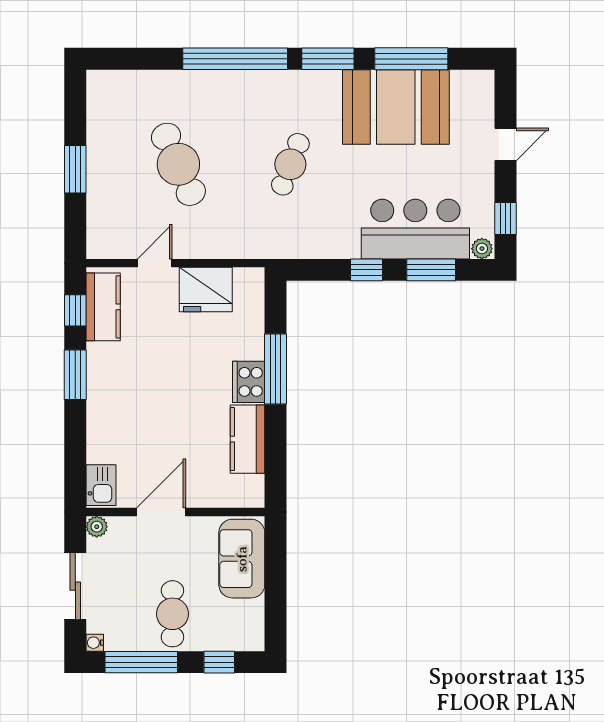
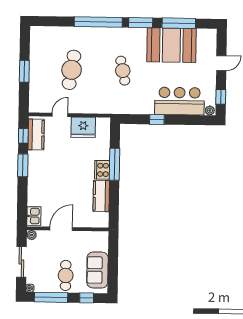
cafe table: (178, 164) -> (72, 70), turned 33
cafe table: (290, 164) -> (123, 71), turned -33
window: (431, 270) -> (186, 120), removed
sofa: (242, 559) -> (97, 270), moved

